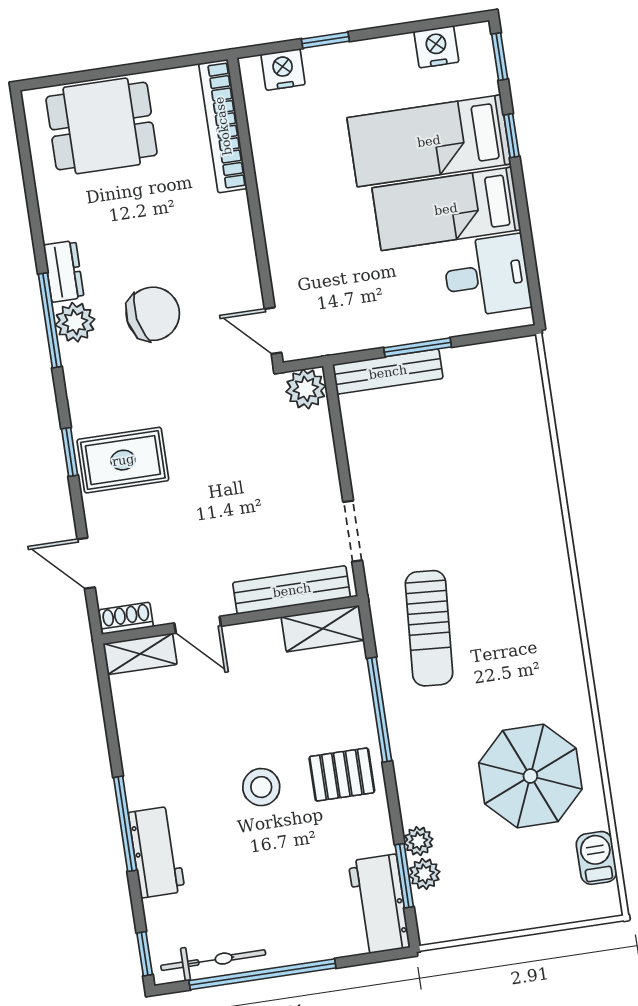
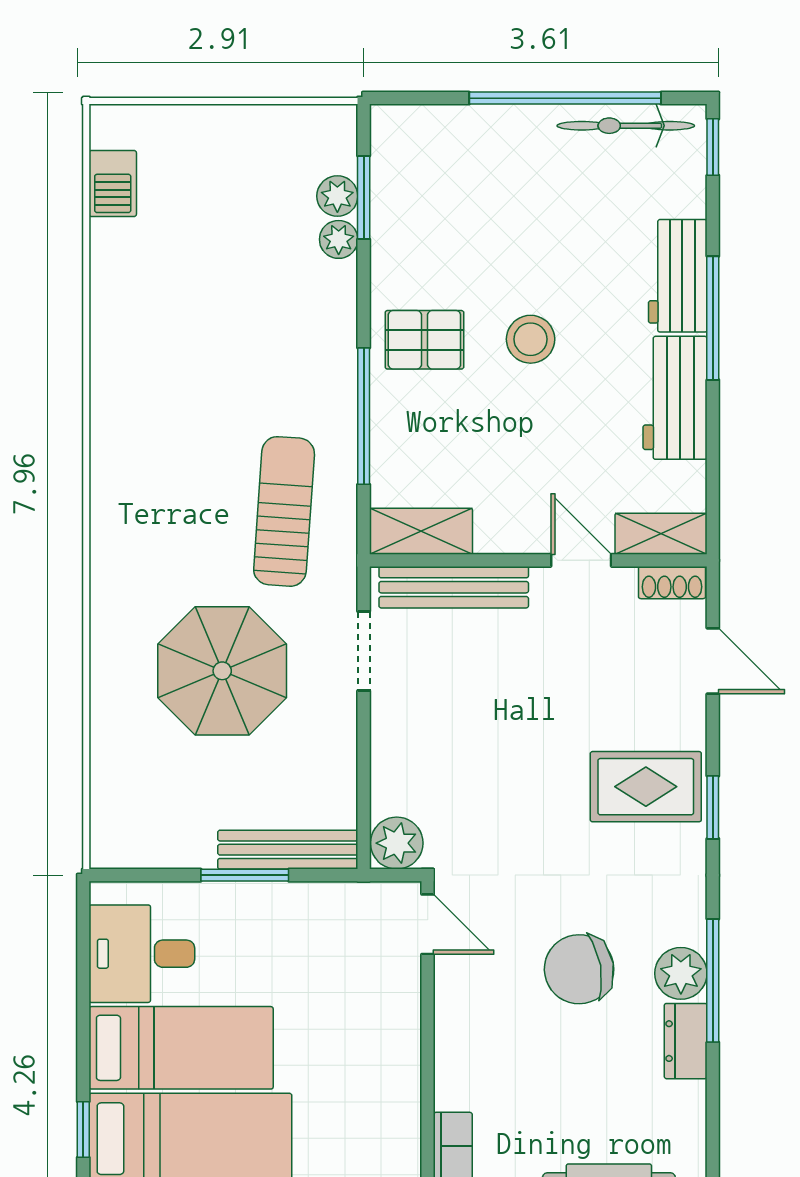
parasol: (530, 776) -> (222, 671), moved
workbench: (379, 904) -> (675, 398), moved, turned 180

